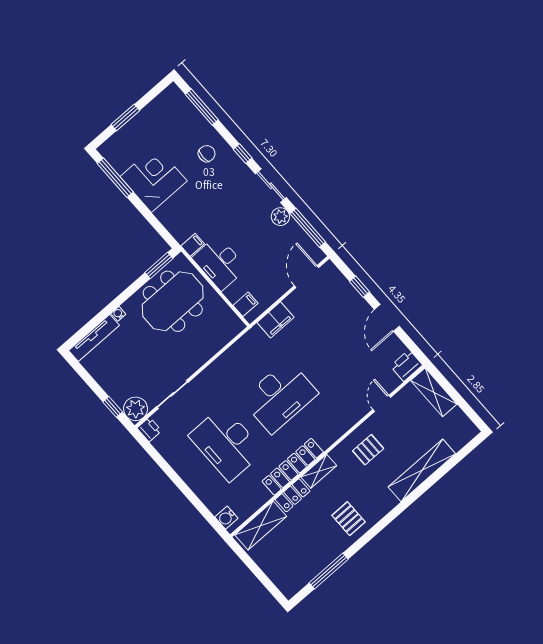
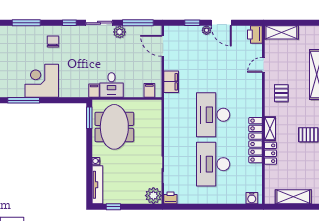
desk: (219, 263) -> (112, 85), width x0.73
plant: (365, 309) -> (206, 30), added
desk: (280, 397) -> (213, 115), turned 180
door: (382, 403) -> (263, 65), hinge flipped
window: (113, 407) -> (113, 207), moved
desk: (226, 443) -> (213, 164), turned 90
shelving: (261, 526) -> (293, 197), moved, turned 90

